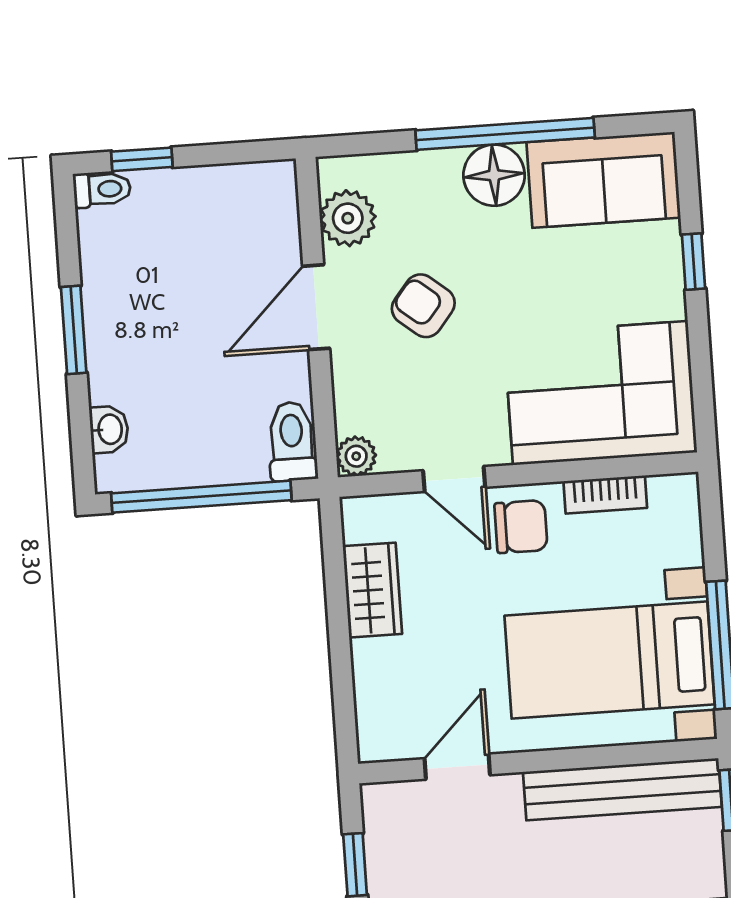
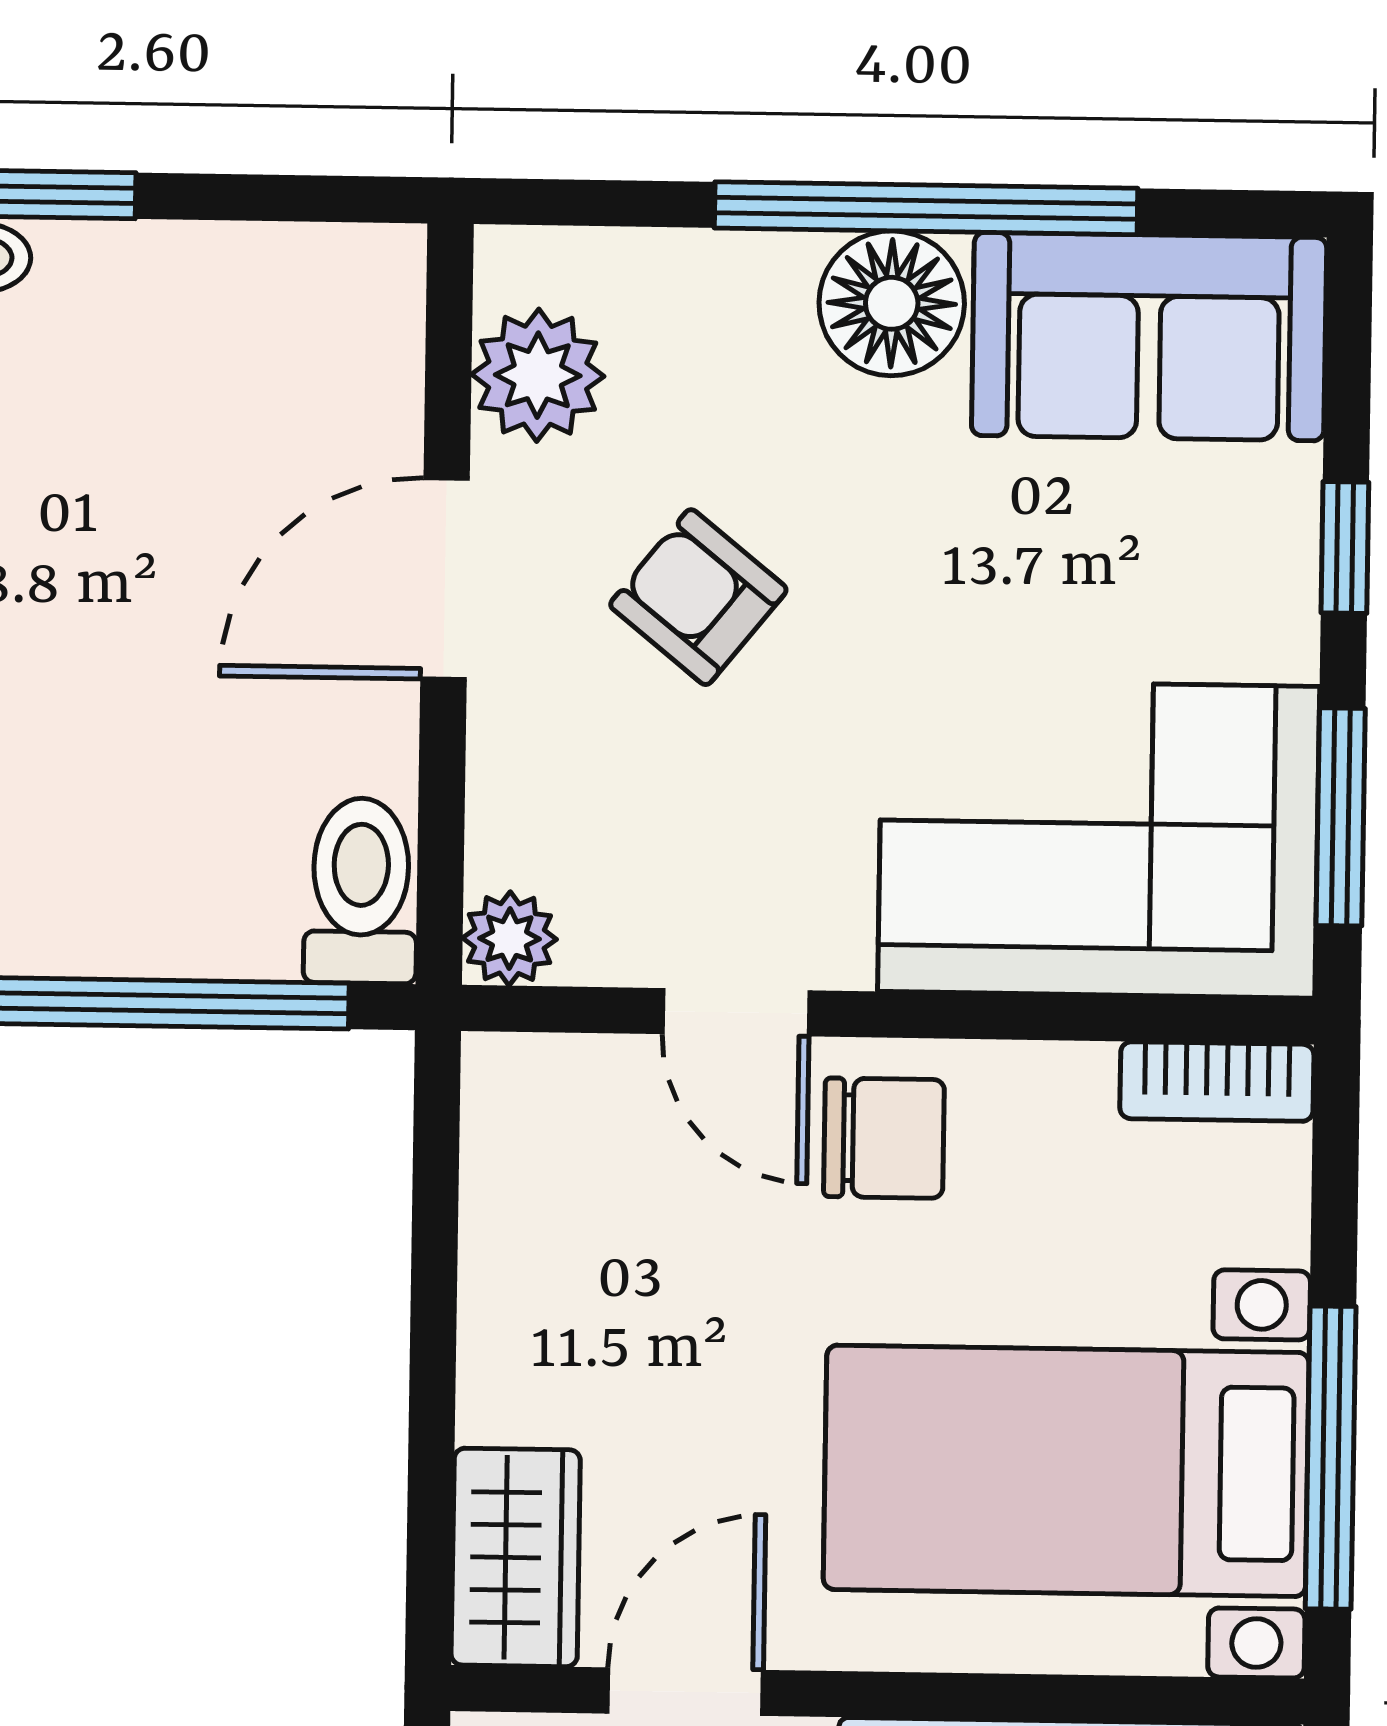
window: (701, 375) -> (1341, 817), added
bookcase: (605, 495) -> (1217, 1081), moved
wardrobe: (372, 590) -> (516, 1557), moved

